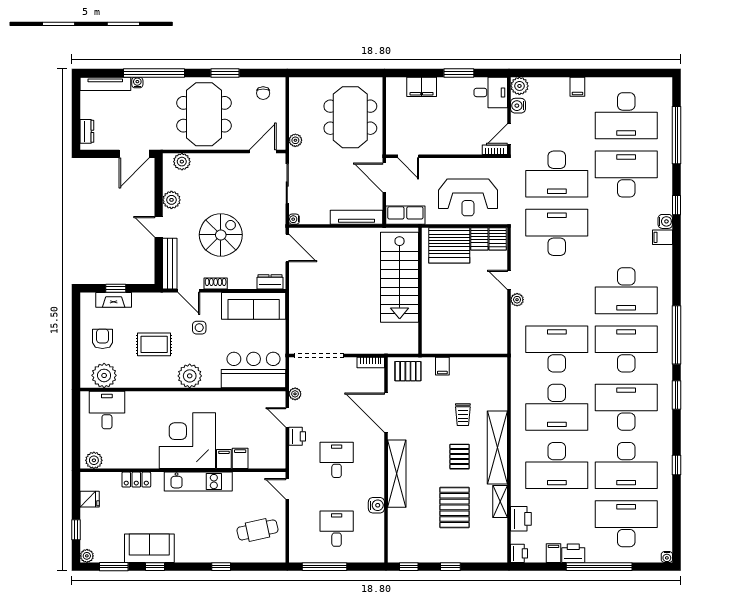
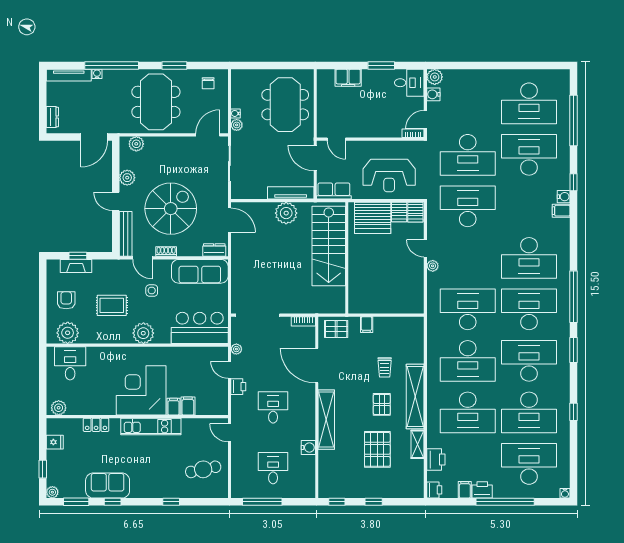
filing cabinet: (577, 87) -> (486, 78), removed
water cooler: (294, 219) -> (235, 113), moved
spiral stairs: (221, 235) -> (171, 209), width x1.37, depth x1.37
plant: (351, 240) -> (286, 213), added

